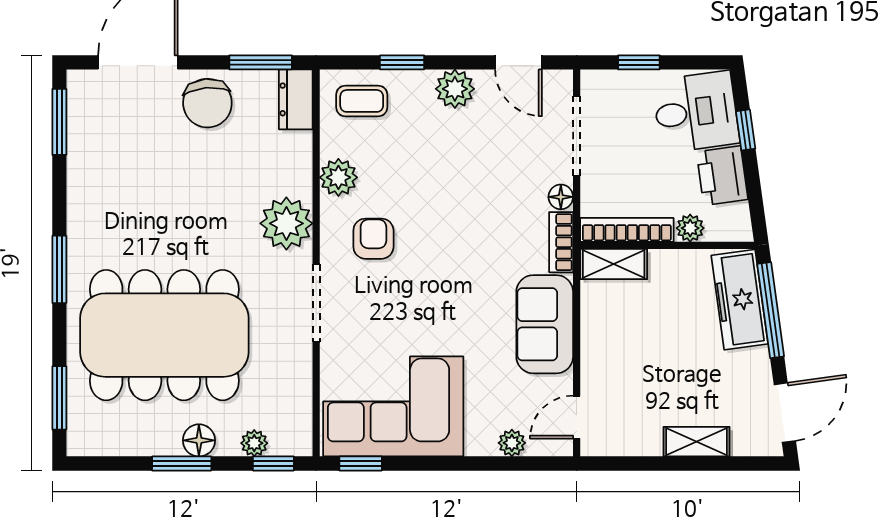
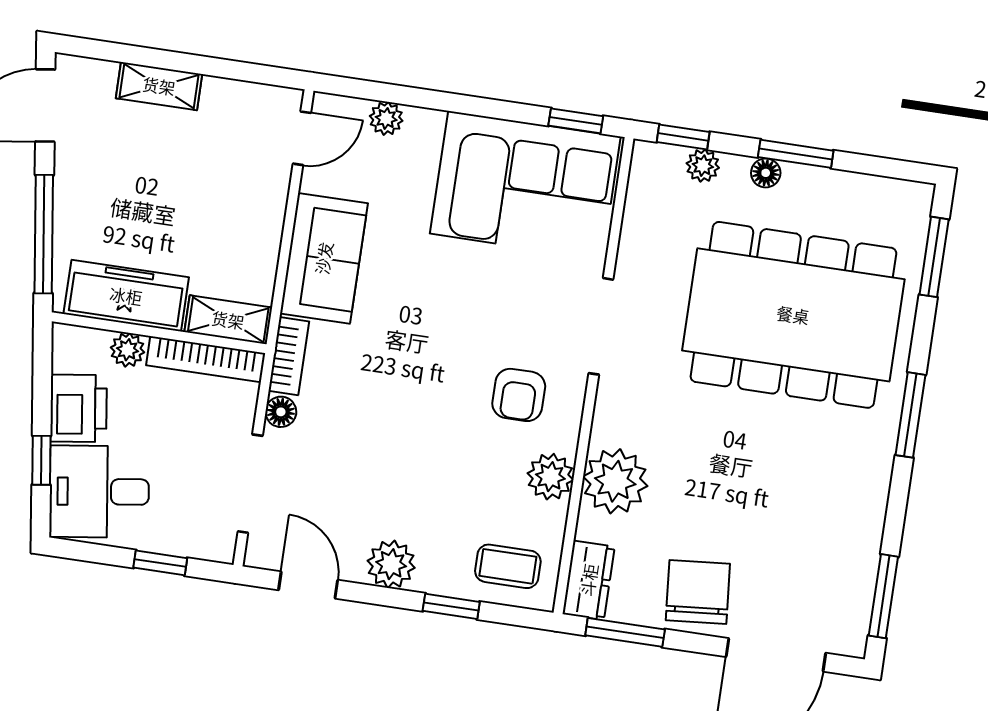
plant: (286, 223) -> (615, 481), moved
freezer: (740, 300) -> (126, 296), moved, turned -82
floor lamp: (199, 440) -> (766, 173), width x0.73, depth x0.73

